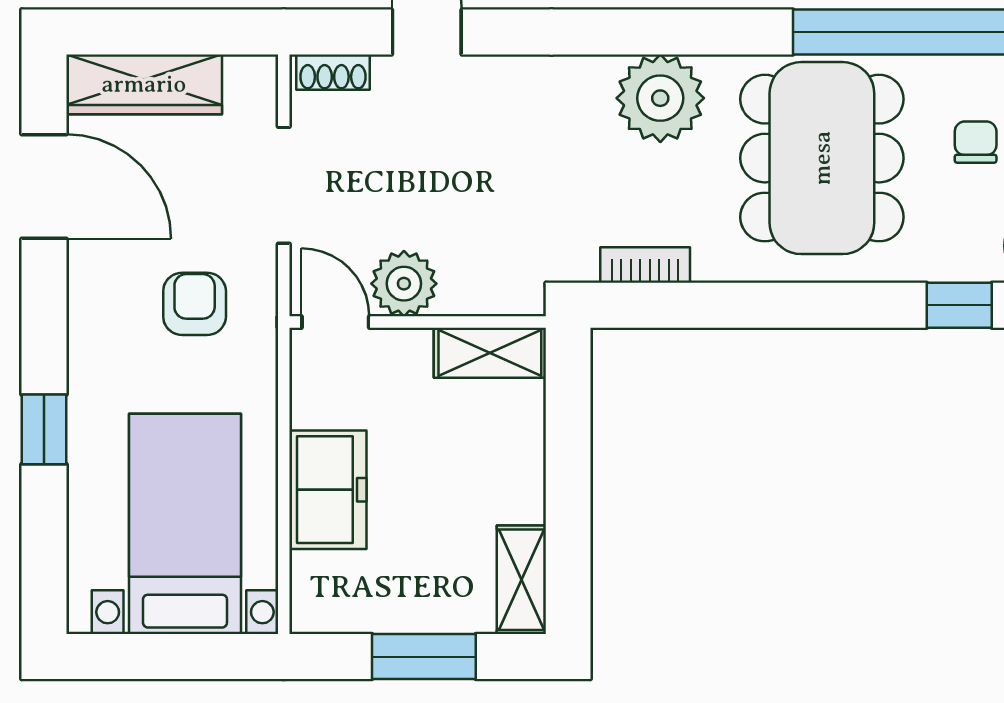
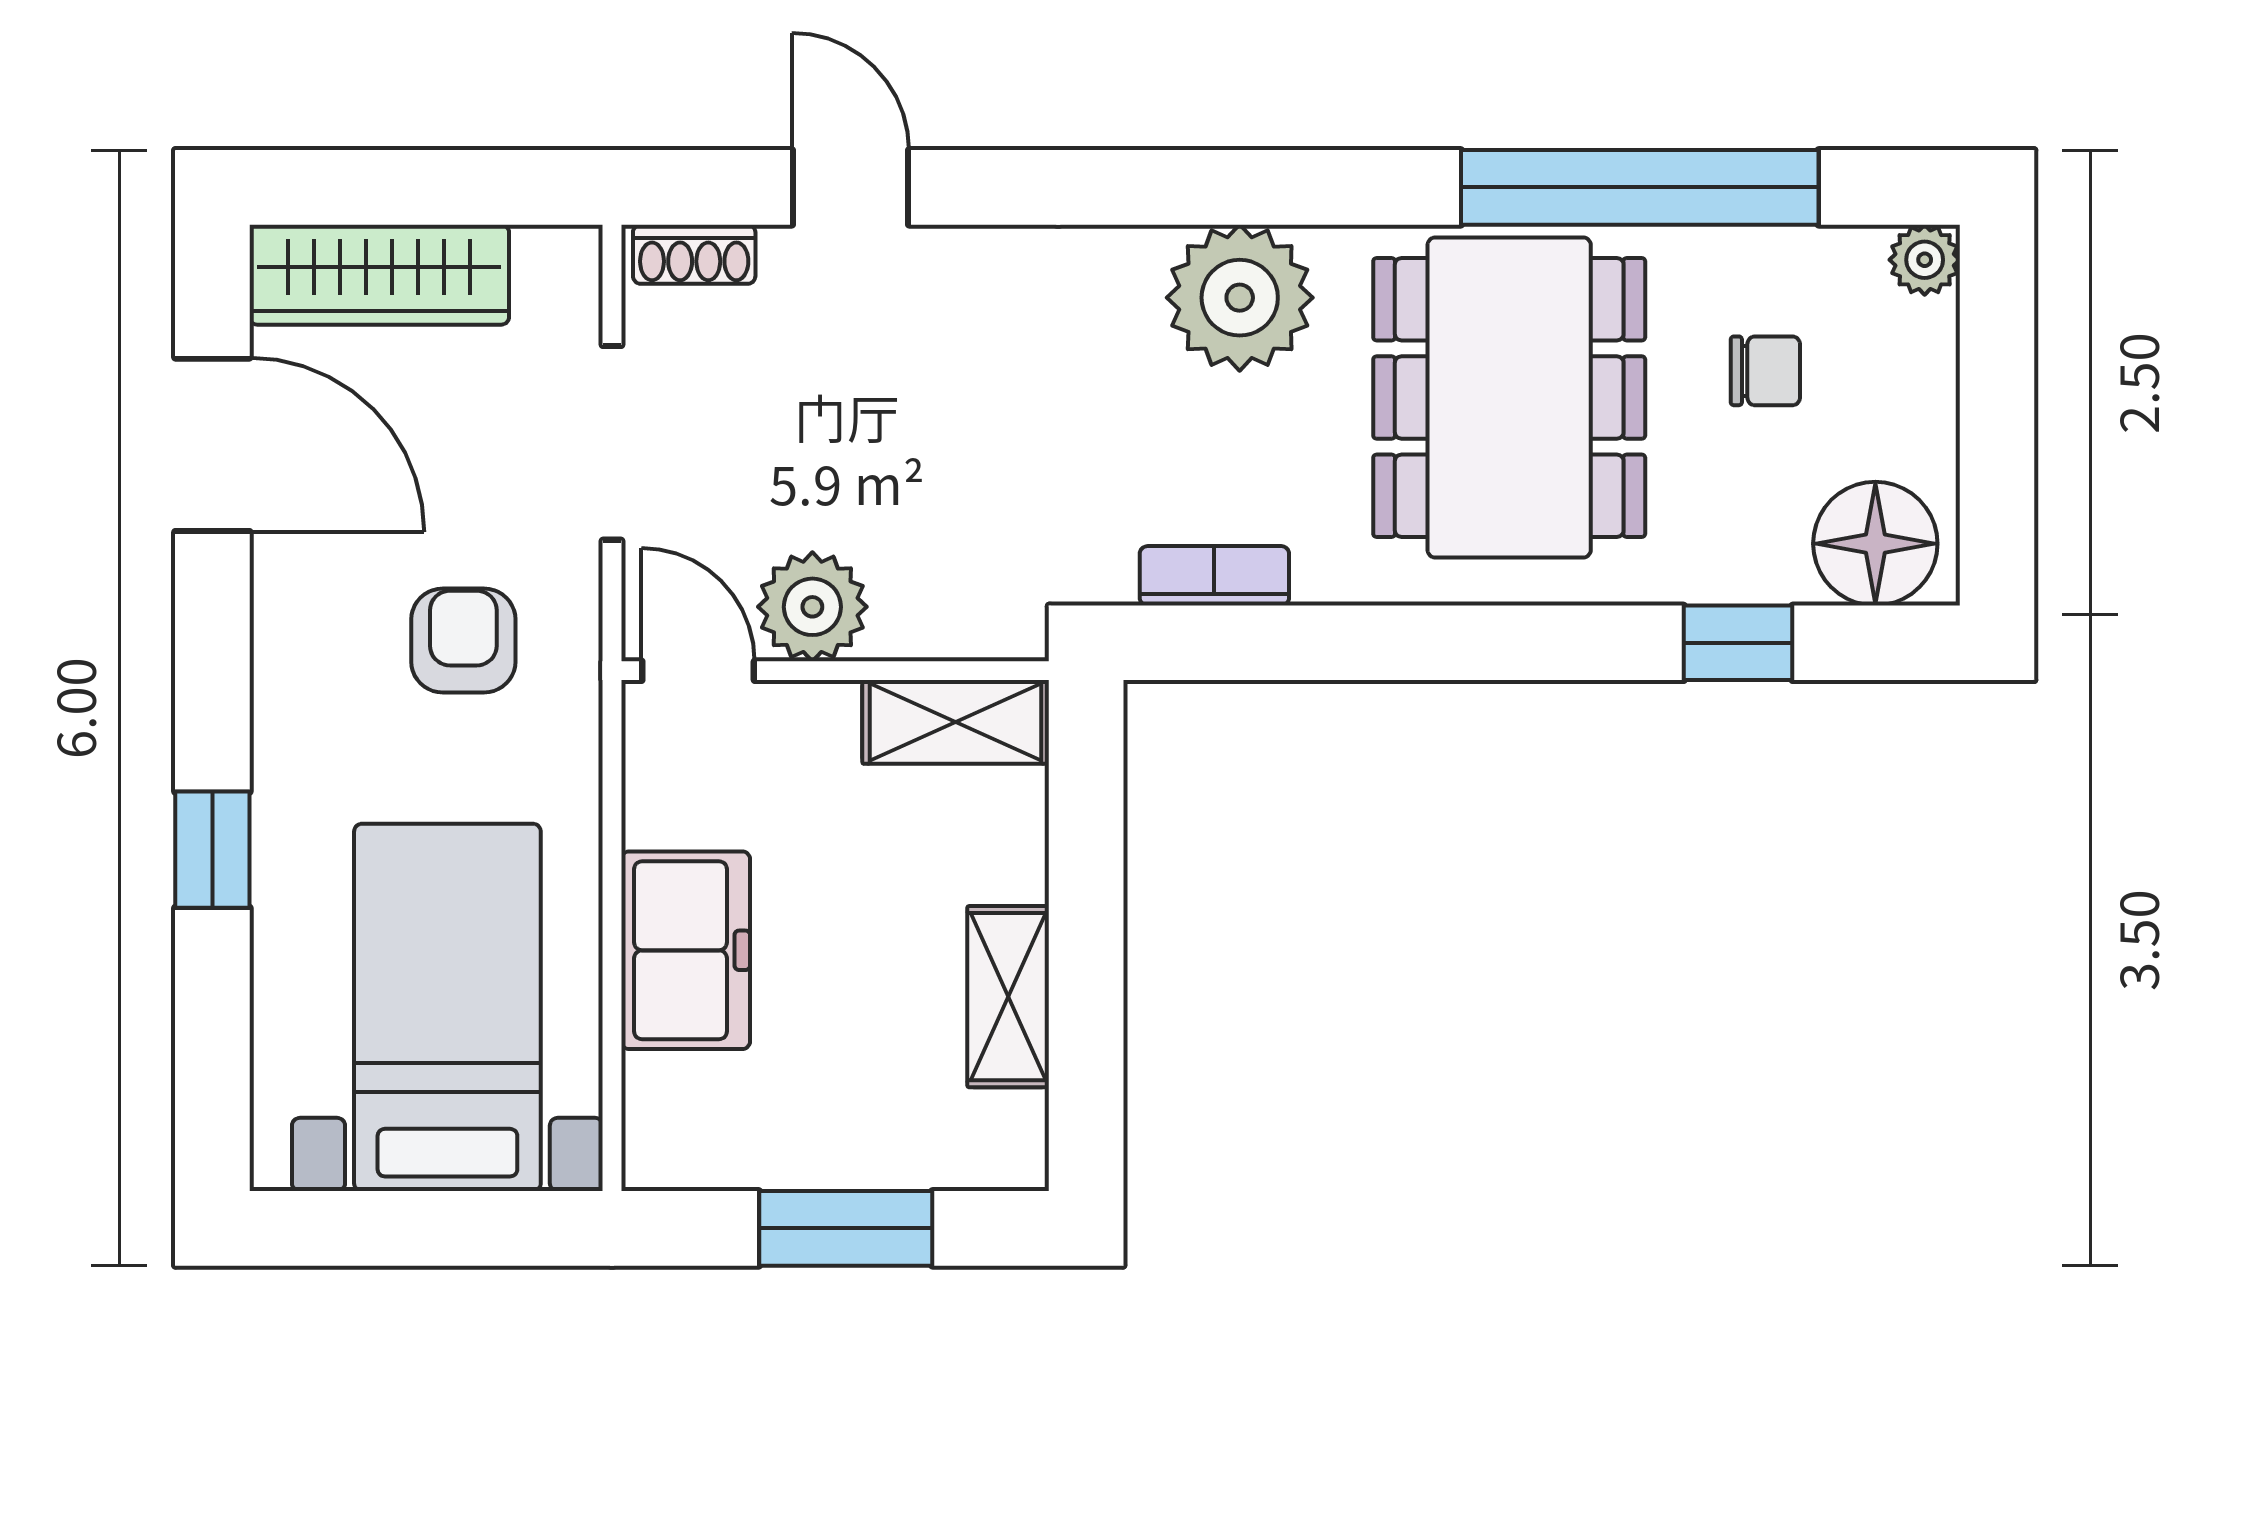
chair: (976, 142) -> (1765, 371), turned 90
shelving: (521, 580) -> (1008, 997), moved

